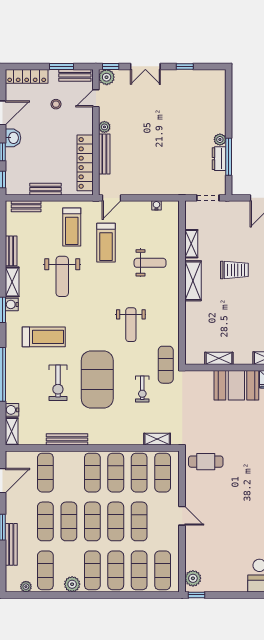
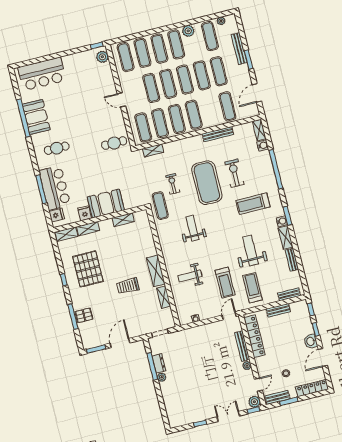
treadmill: (106, 243) -> (225, 283), turned 180

